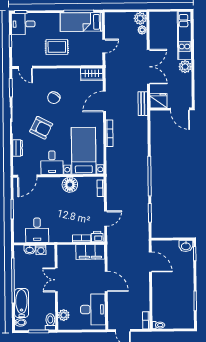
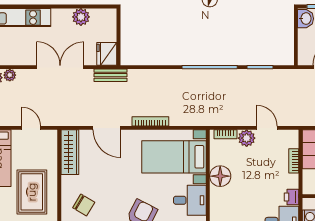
rug: (57, 47) -> (32, 192), width x1.36, depth x1.43
plant: (185, 67) -> (81, 17), moved
wardrobe: (92, 74) -> (70, 152), width x1.50
chair: (54, 98) -> (84, 205), moved
door: (180, 109) -> (118, 25), removed
plant: (98, 204) -> (247, 138), added
printer: (97, 237) -> (291, 197), moved

